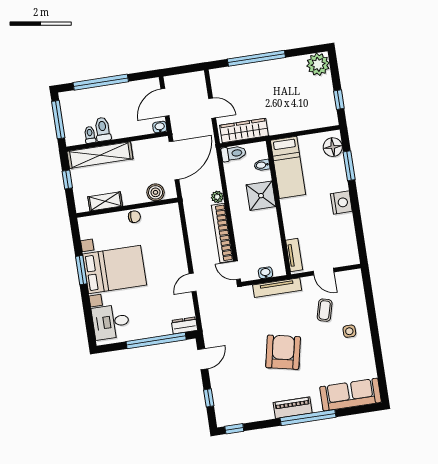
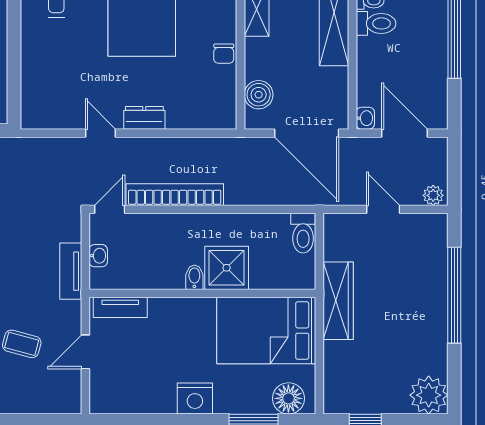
door: (212, 108) -> (383, 209), swing flipped
wardrobe: (244, 131) -> (338, 301), moved
bidet: (262, 165) -> (194, 277), moved
bed: (288, 167) -> (266, 331), width x1.50
plant: (217, 197) -> (433, 195), moved
tv unit: (277, 288) -> (71, 271), width x0.71
dresser: (184, 325) -> (144, 118), moved, turned -90
window: (156, 341) -> (14, 58), removed

